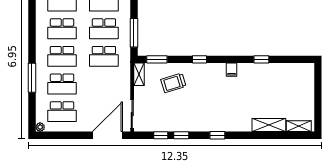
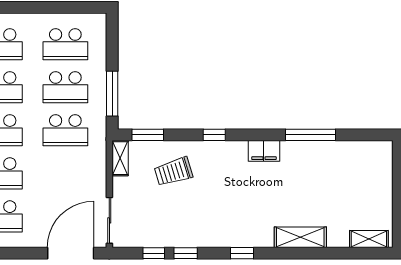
window: (261, 59) -> (311, 135), width x2.17
filing cabinet: (232, 70) -> (264, 151), width x2.00
shelving: (269, 125) -> (300, 237), moved

